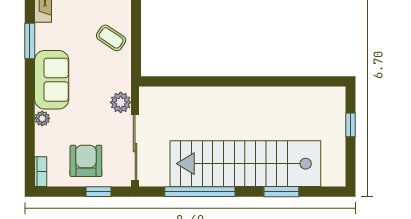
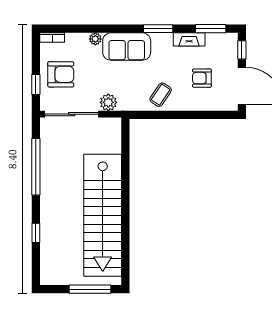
window: (351, 125) -> (90, 289), width x2.17
stairs: (245, 164) -> (103, 215), moved, turned 180
window: (281, 192) -> (36, 233), width x0.67

